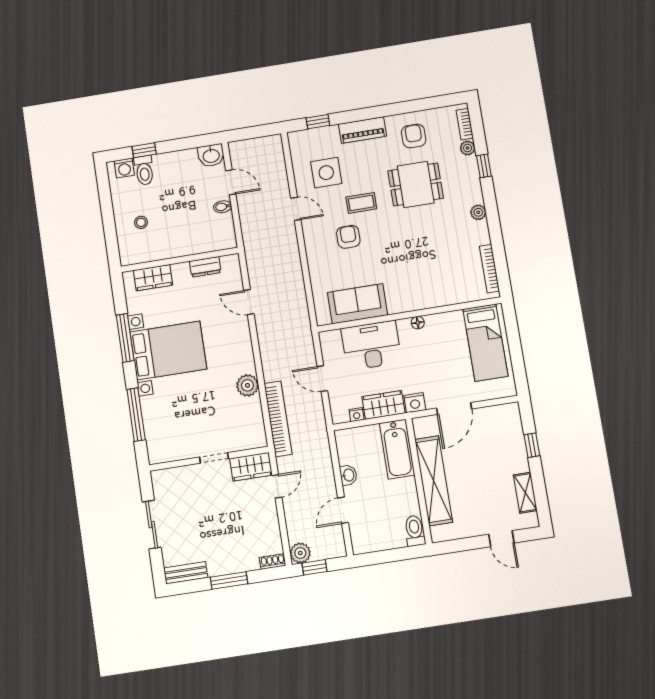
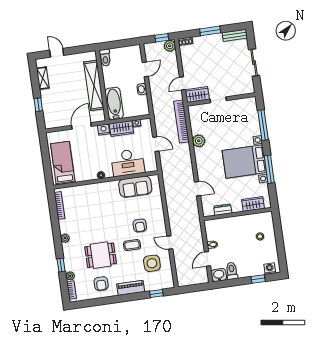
toilet: (144, 170) -> (232, 271), moved
door: (231, 182) -> (208, 259), hinge flipped

